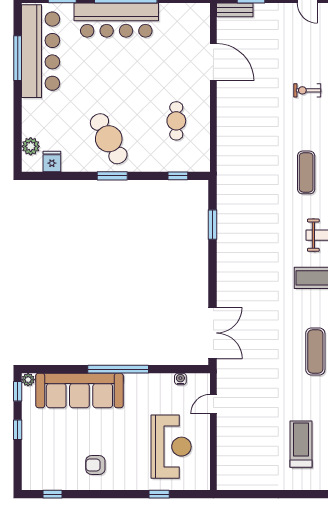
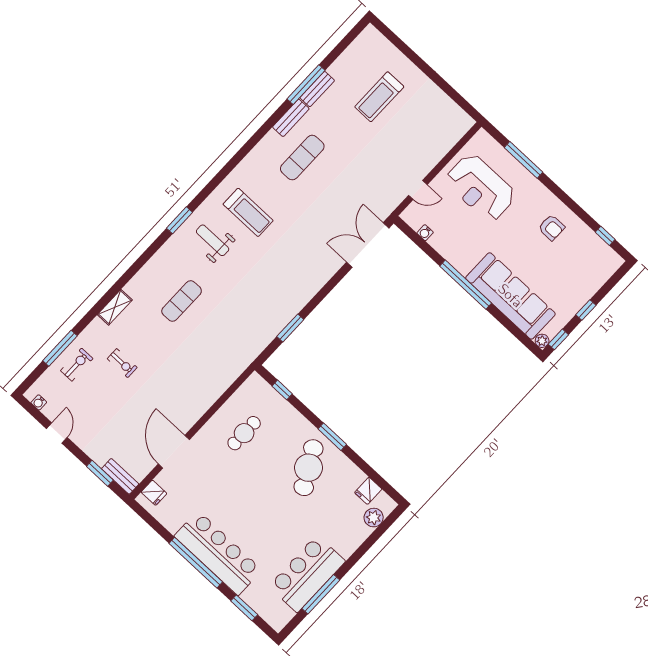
fridge: (200, 20) -> (154, 493), added
bar counter: (41, 51) -> (307, 574), width x0.73
reception desk: (171, 447) -> (480, 188), turned -90
window: (159, 494) -> (524, 160), width x2.17

